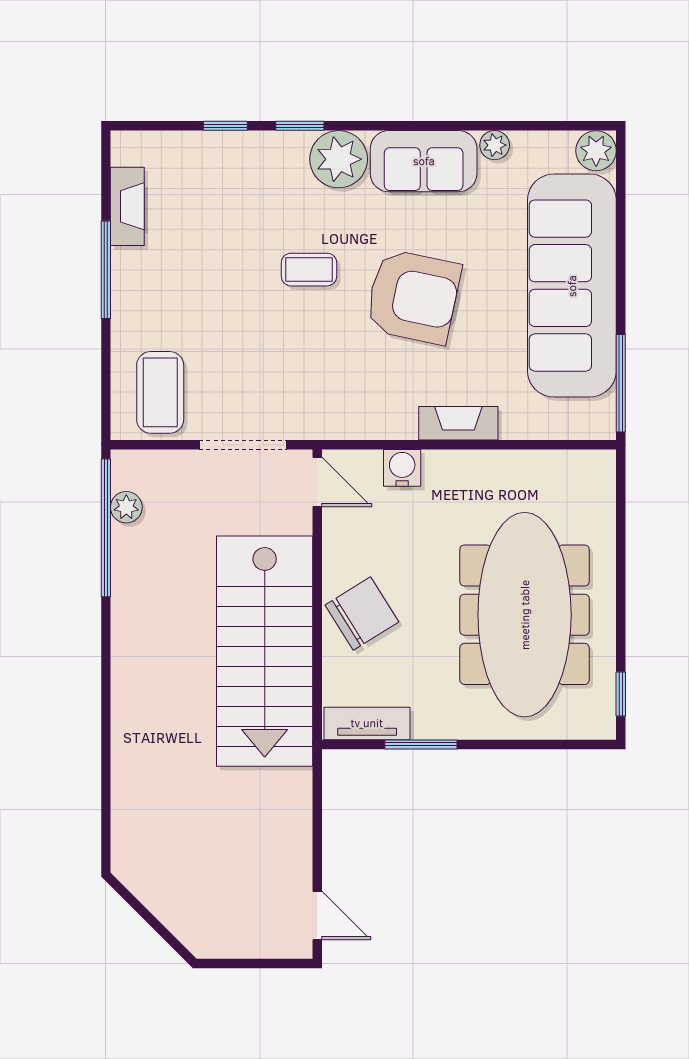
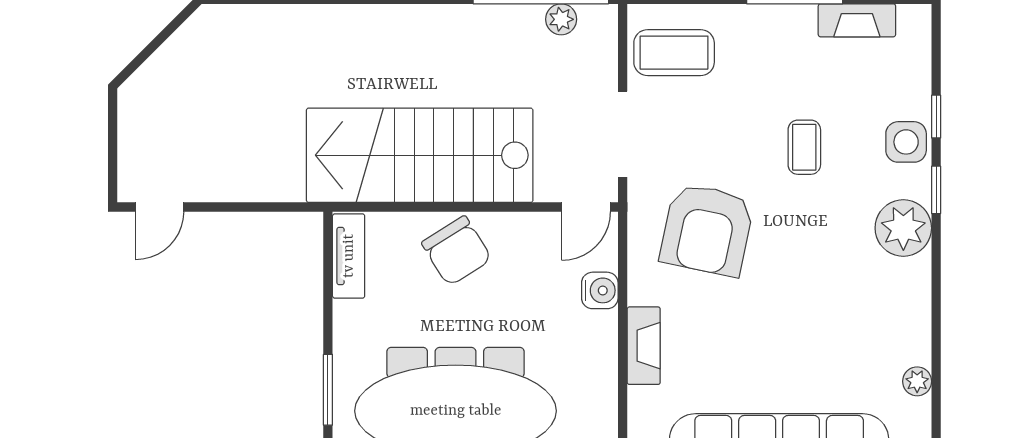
side table: (251, 156) -> (906, 142), added
sofa: (424, 161) -> (901, 312), removed
coffee table: (309, 270) -> (804, 147), moved
armchair: (413, 297) -> (707, 230), moved
window: (421, 744) -> (328, 390), moved

